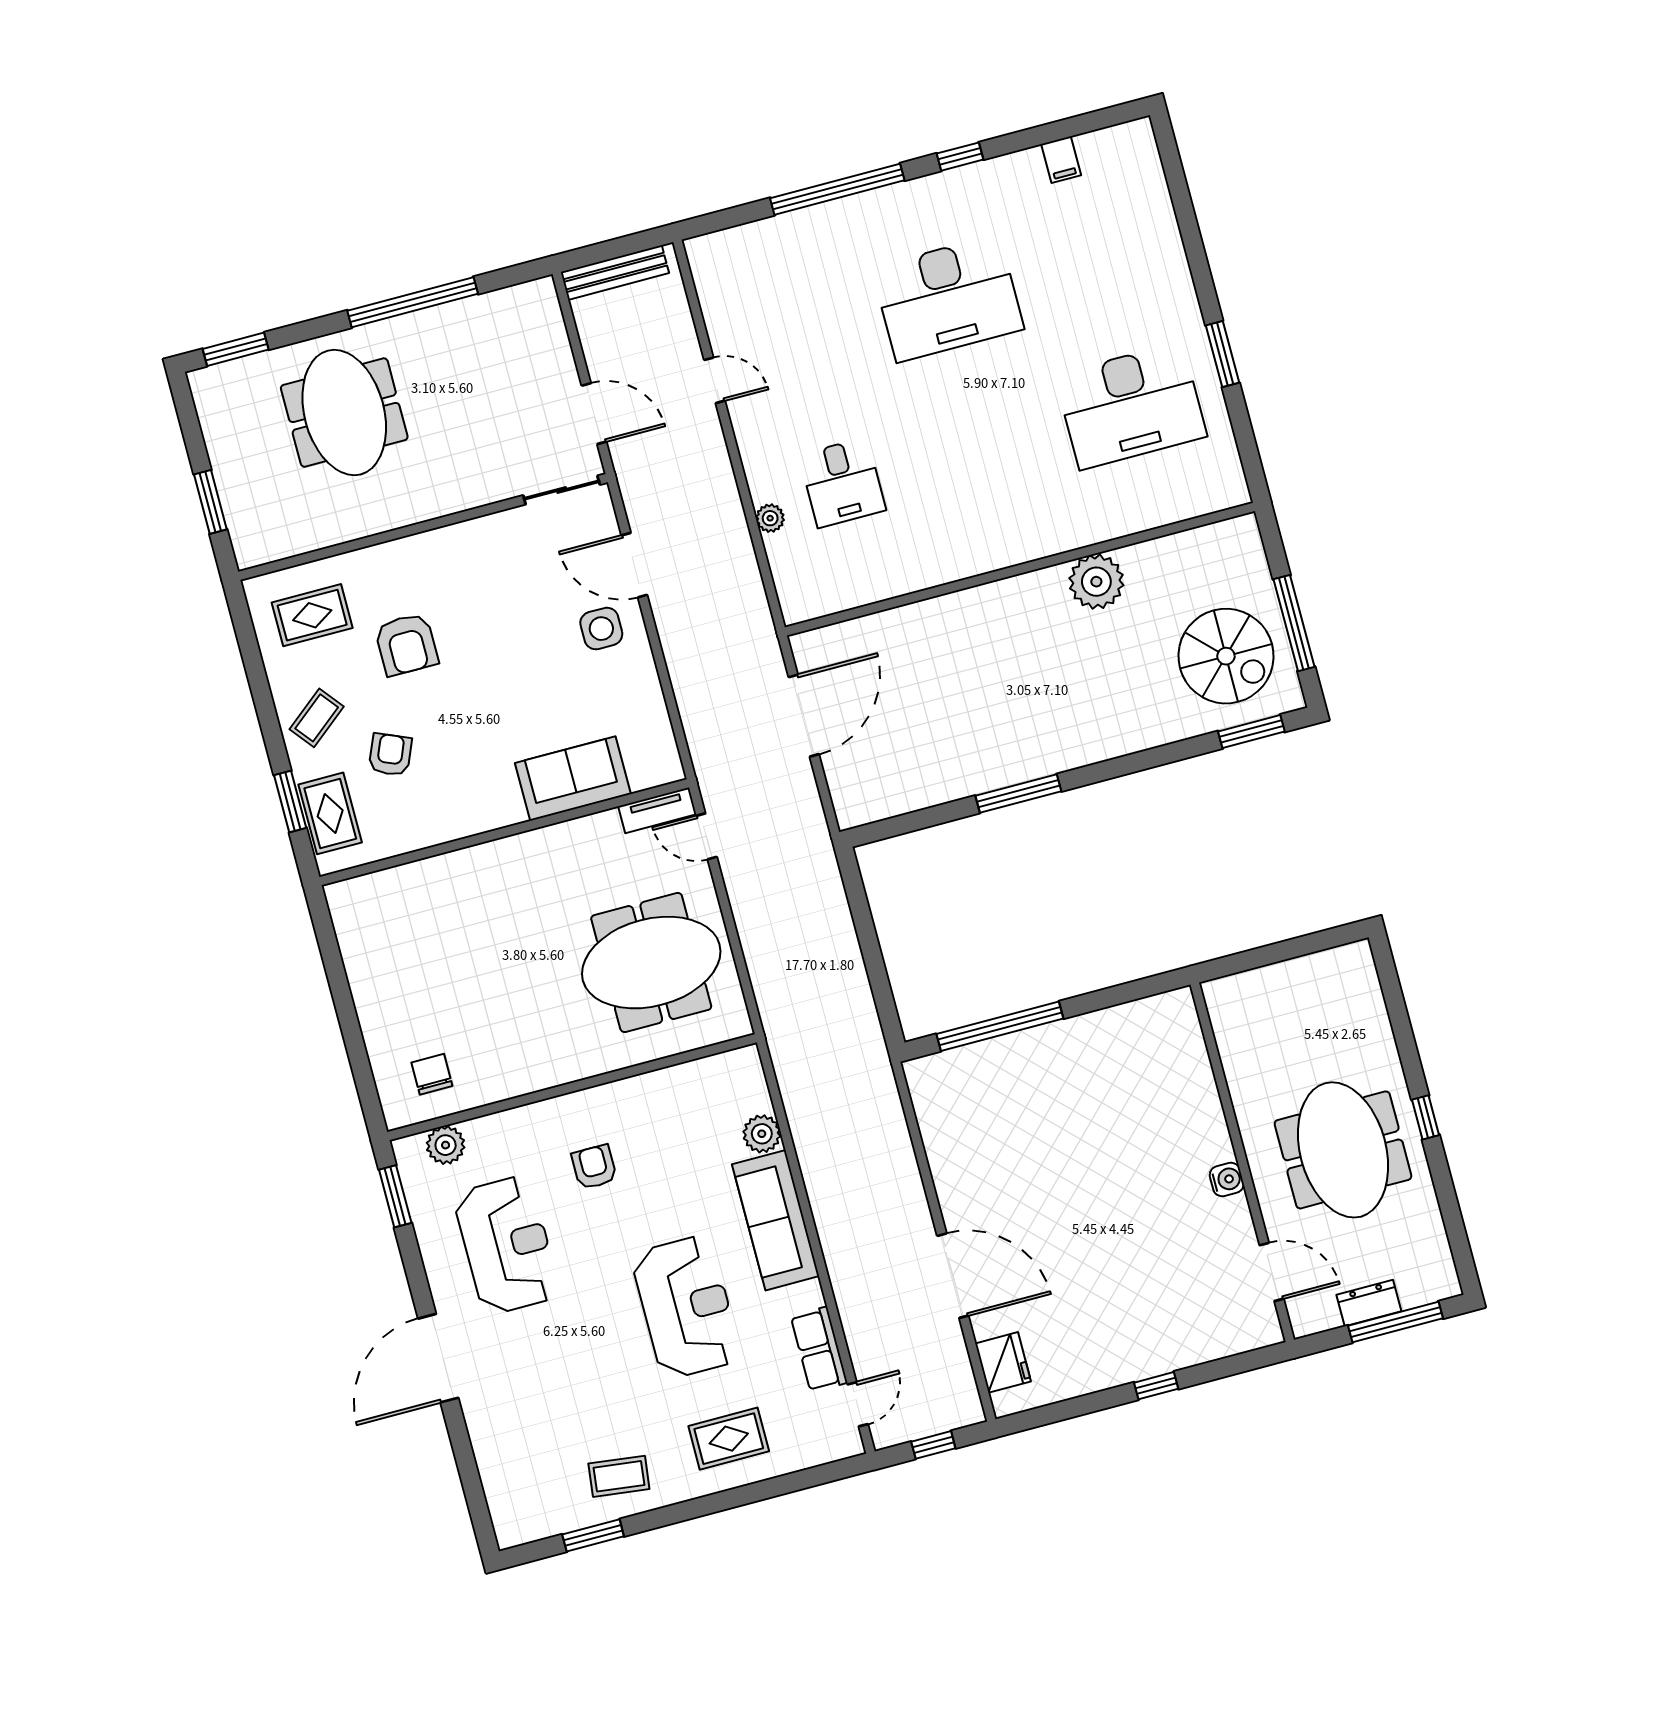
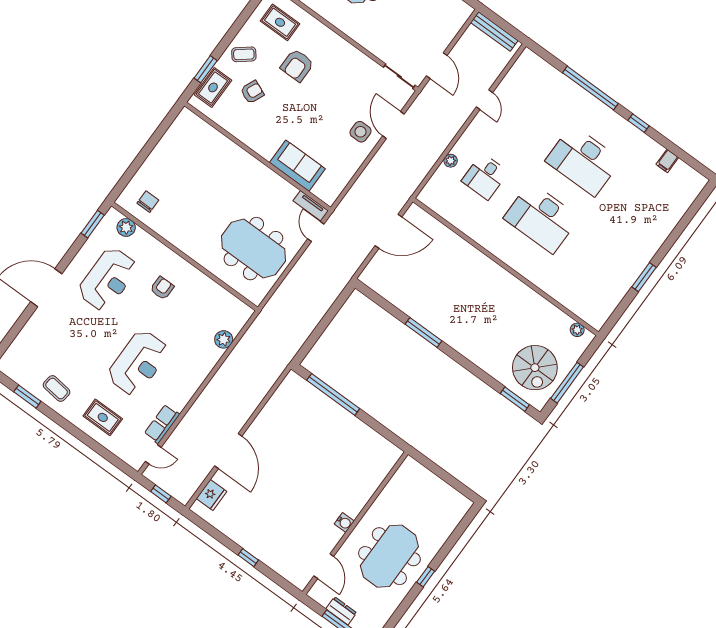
desk: (1131, 406) -> (542, 218), moved
plant: (1096, 582) -> (577, 330), moved, width x0.53, depth x0.53
sofa: (776, 1220) -> (196, 370), removed

